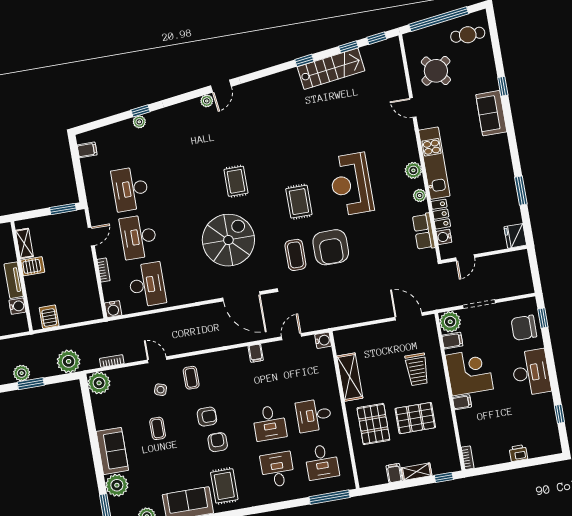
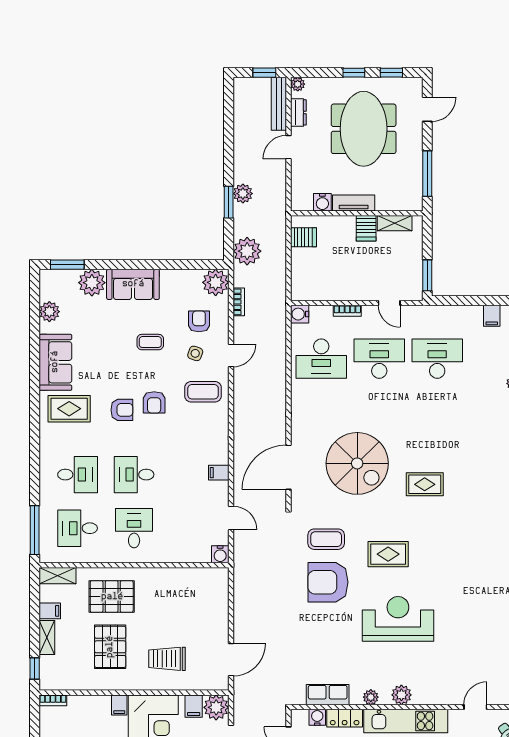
shelving: (350, 377) -> (58, 576), moved, width x0.67, depth x0.75
coffee table: (191, 378) -> (203, 392), width x1.36, depth x1.30
armchair: (134, 391) -> (199, 321), added

